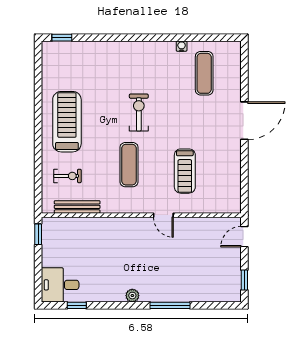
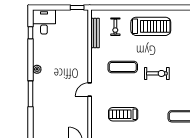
treadmill: (185, 171) -> (123, 114), moved

